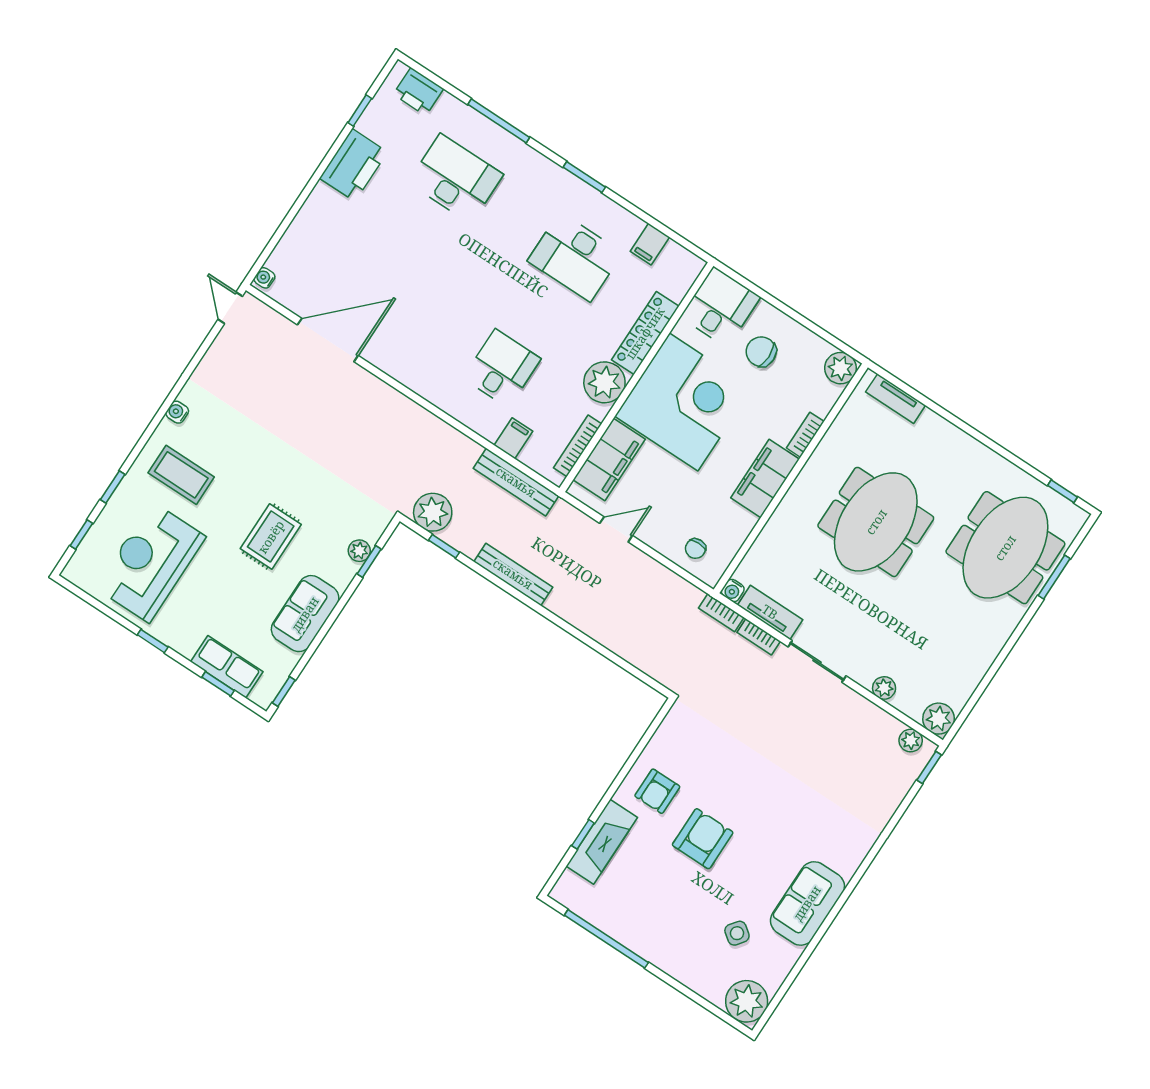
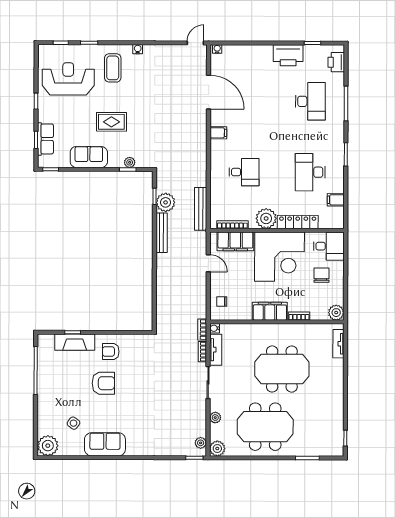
filing cabinet: (513, 438) -> (218, 133), moved
plant: (433, 512) -> (166, 202), moved
meeting table: (1005, 548) -> (265, 427), moved

